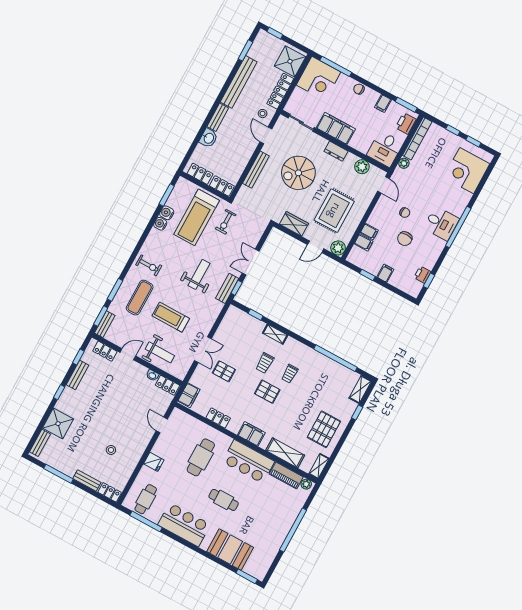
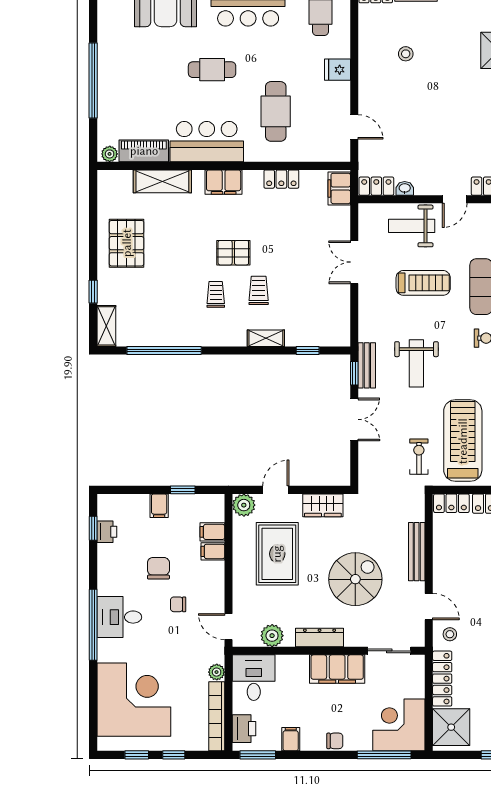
dresser: (336, 151) -> (320, 638), width x1.44
corner desk: (467, 171) -> (134, 700), width x1.36, depth x1.36
pallet: (224, 371) -> (309, 248), removed
shelving: (319, 466) -> (105, 188), removed

